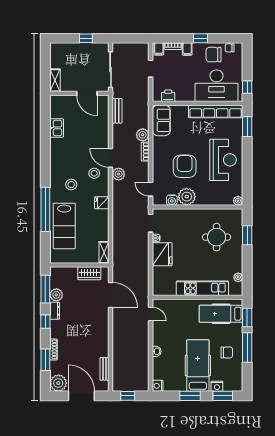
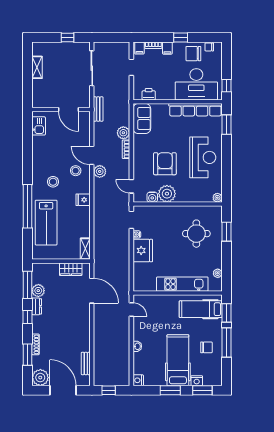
shelving: (55, 80) -> (37, 67), moved
wall: (79, 93) -> (61, 109), moved
door: (87, 93) -> (69, 109), moved

